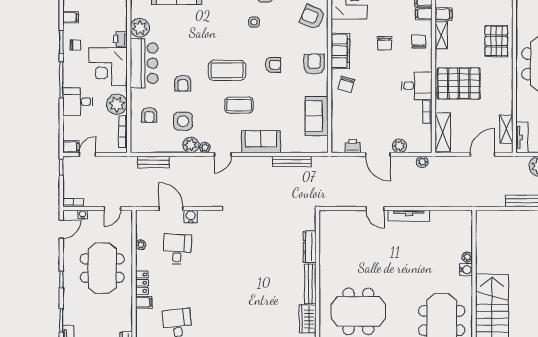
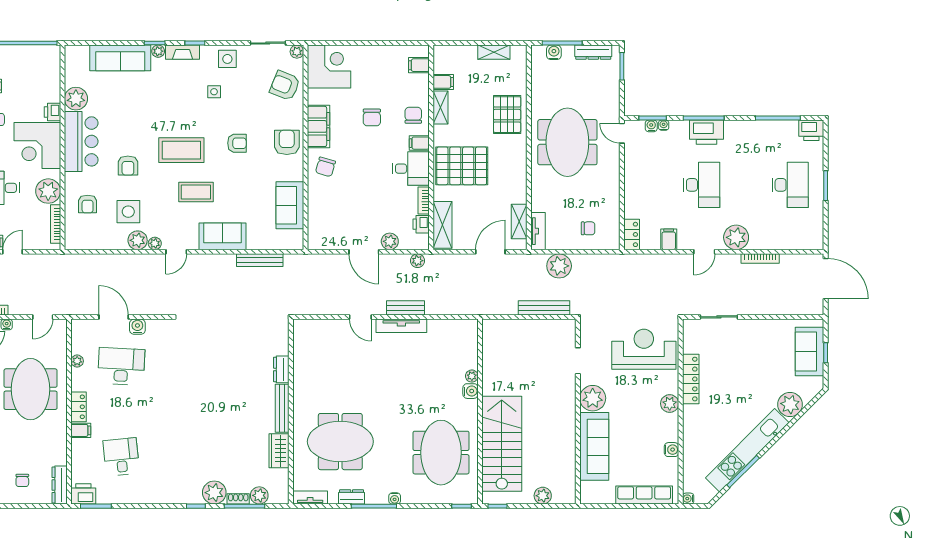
filing cabinet: (424, 14) -> (419, 143), moved
printer: (353, 146) -> (421, 224), moved, turned -90
bench: (153, 162) -> (405, 308), moved
dresser: (310, 247) -> (281, 369), width x0.70
desk: (177, 249) -> (121, 366), width x1.37

